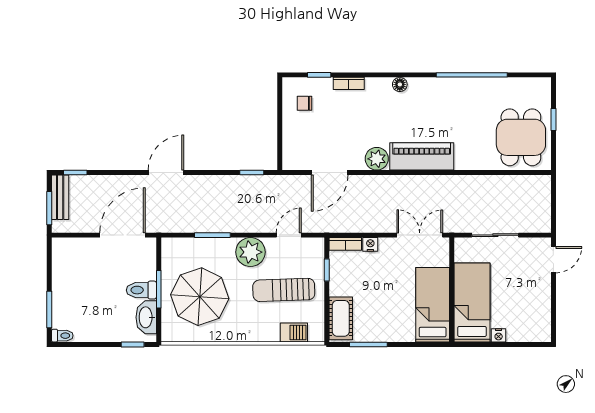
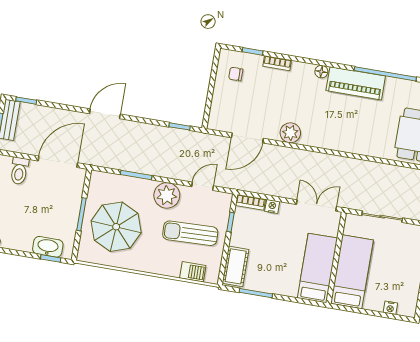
piano: (422, 156) -> (356, 83), moved, turned 180
toilet: (141, 290) -> (19, 171), moved, turned -90
washbasin: (146, 317) -> (48, 247), moved, turned 90
nightstand: (499, 335) -> (390, 308), moved

